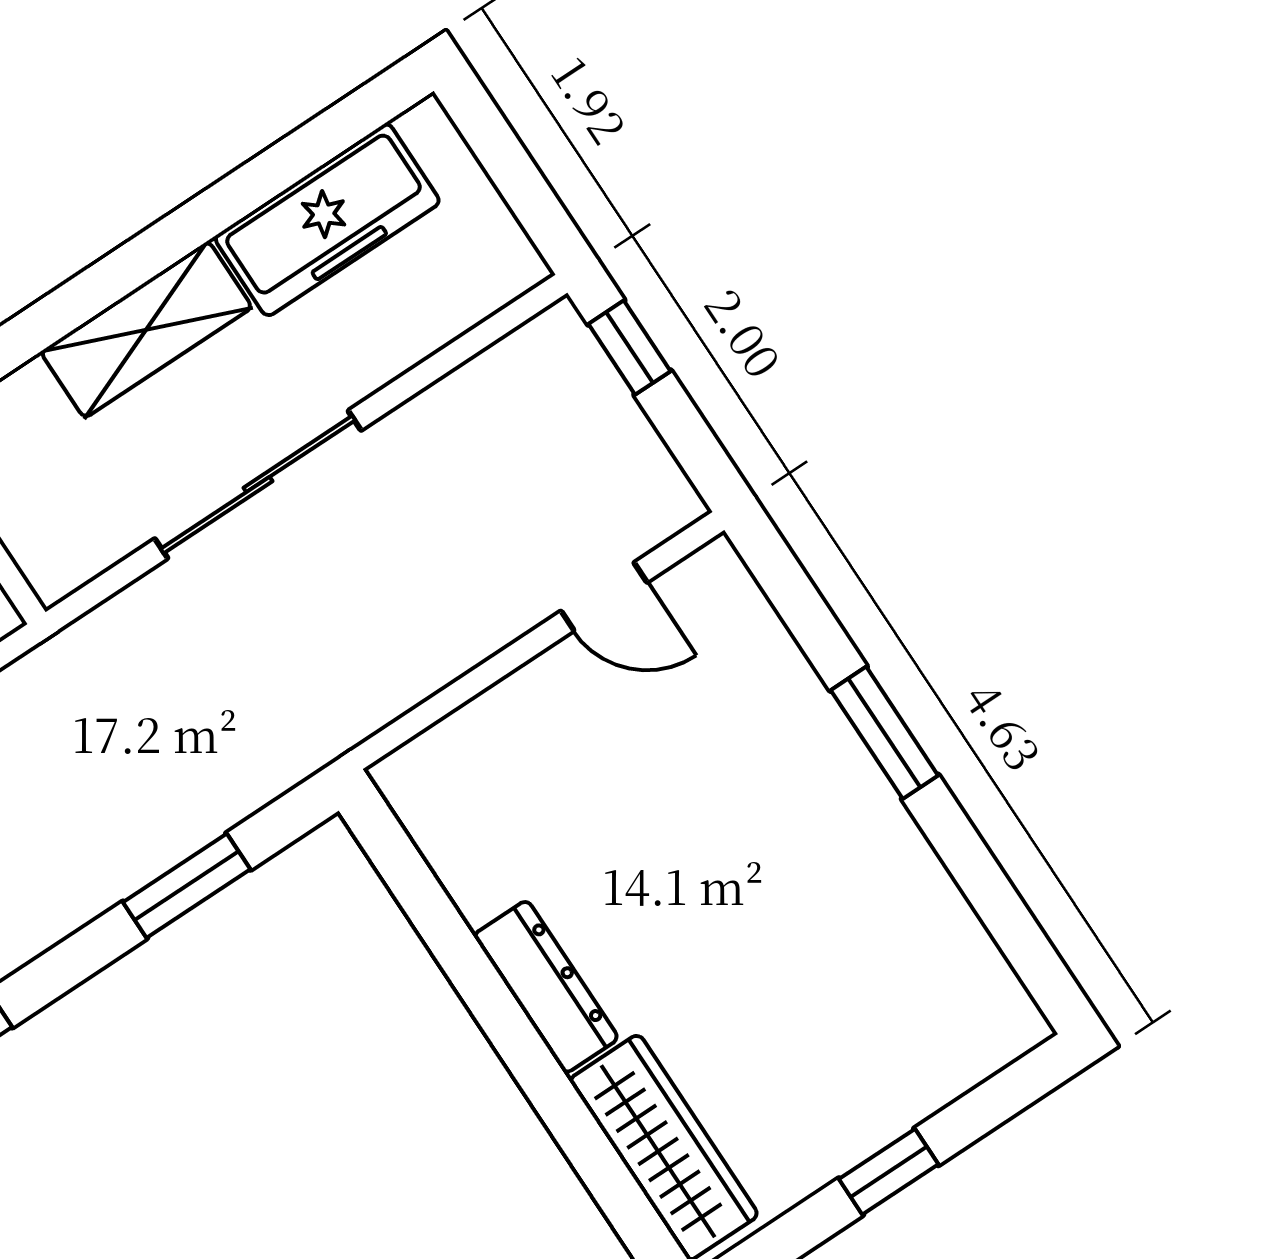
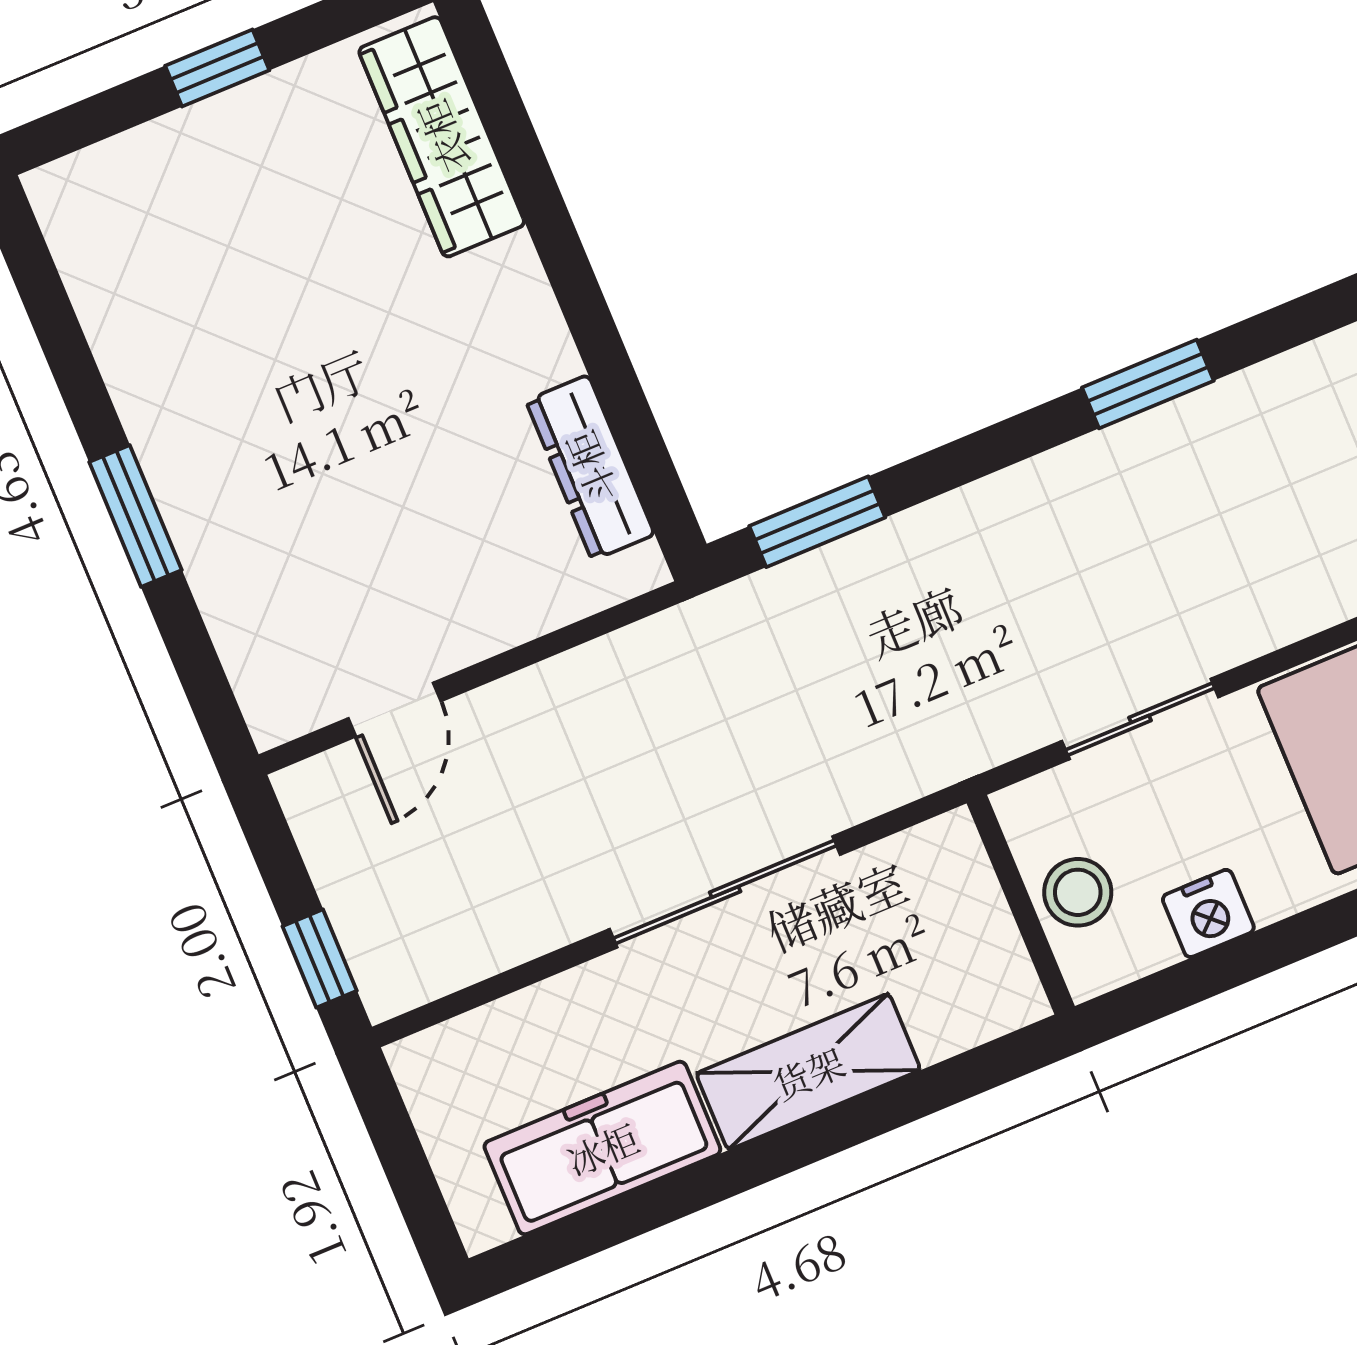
door: (604, 597) -> (394, 710), swing flipped
window: (187, 886) -> (817, 522), moved
dresser: (546, 987) -> (590, 468), moved

